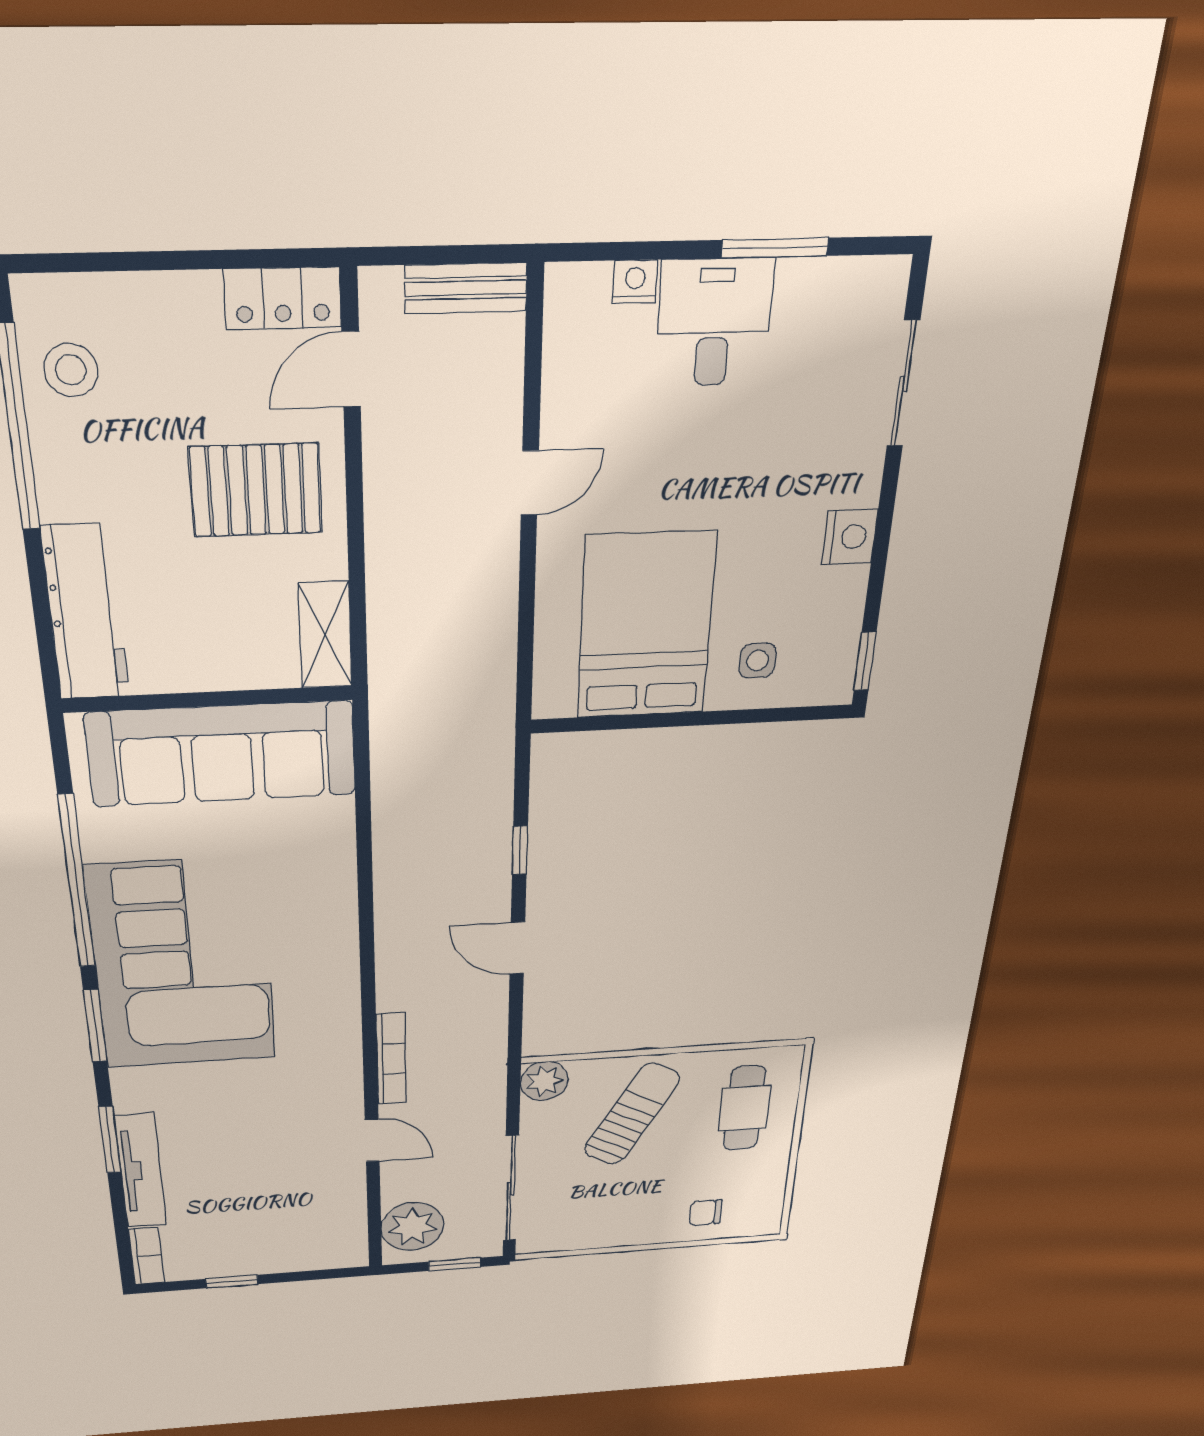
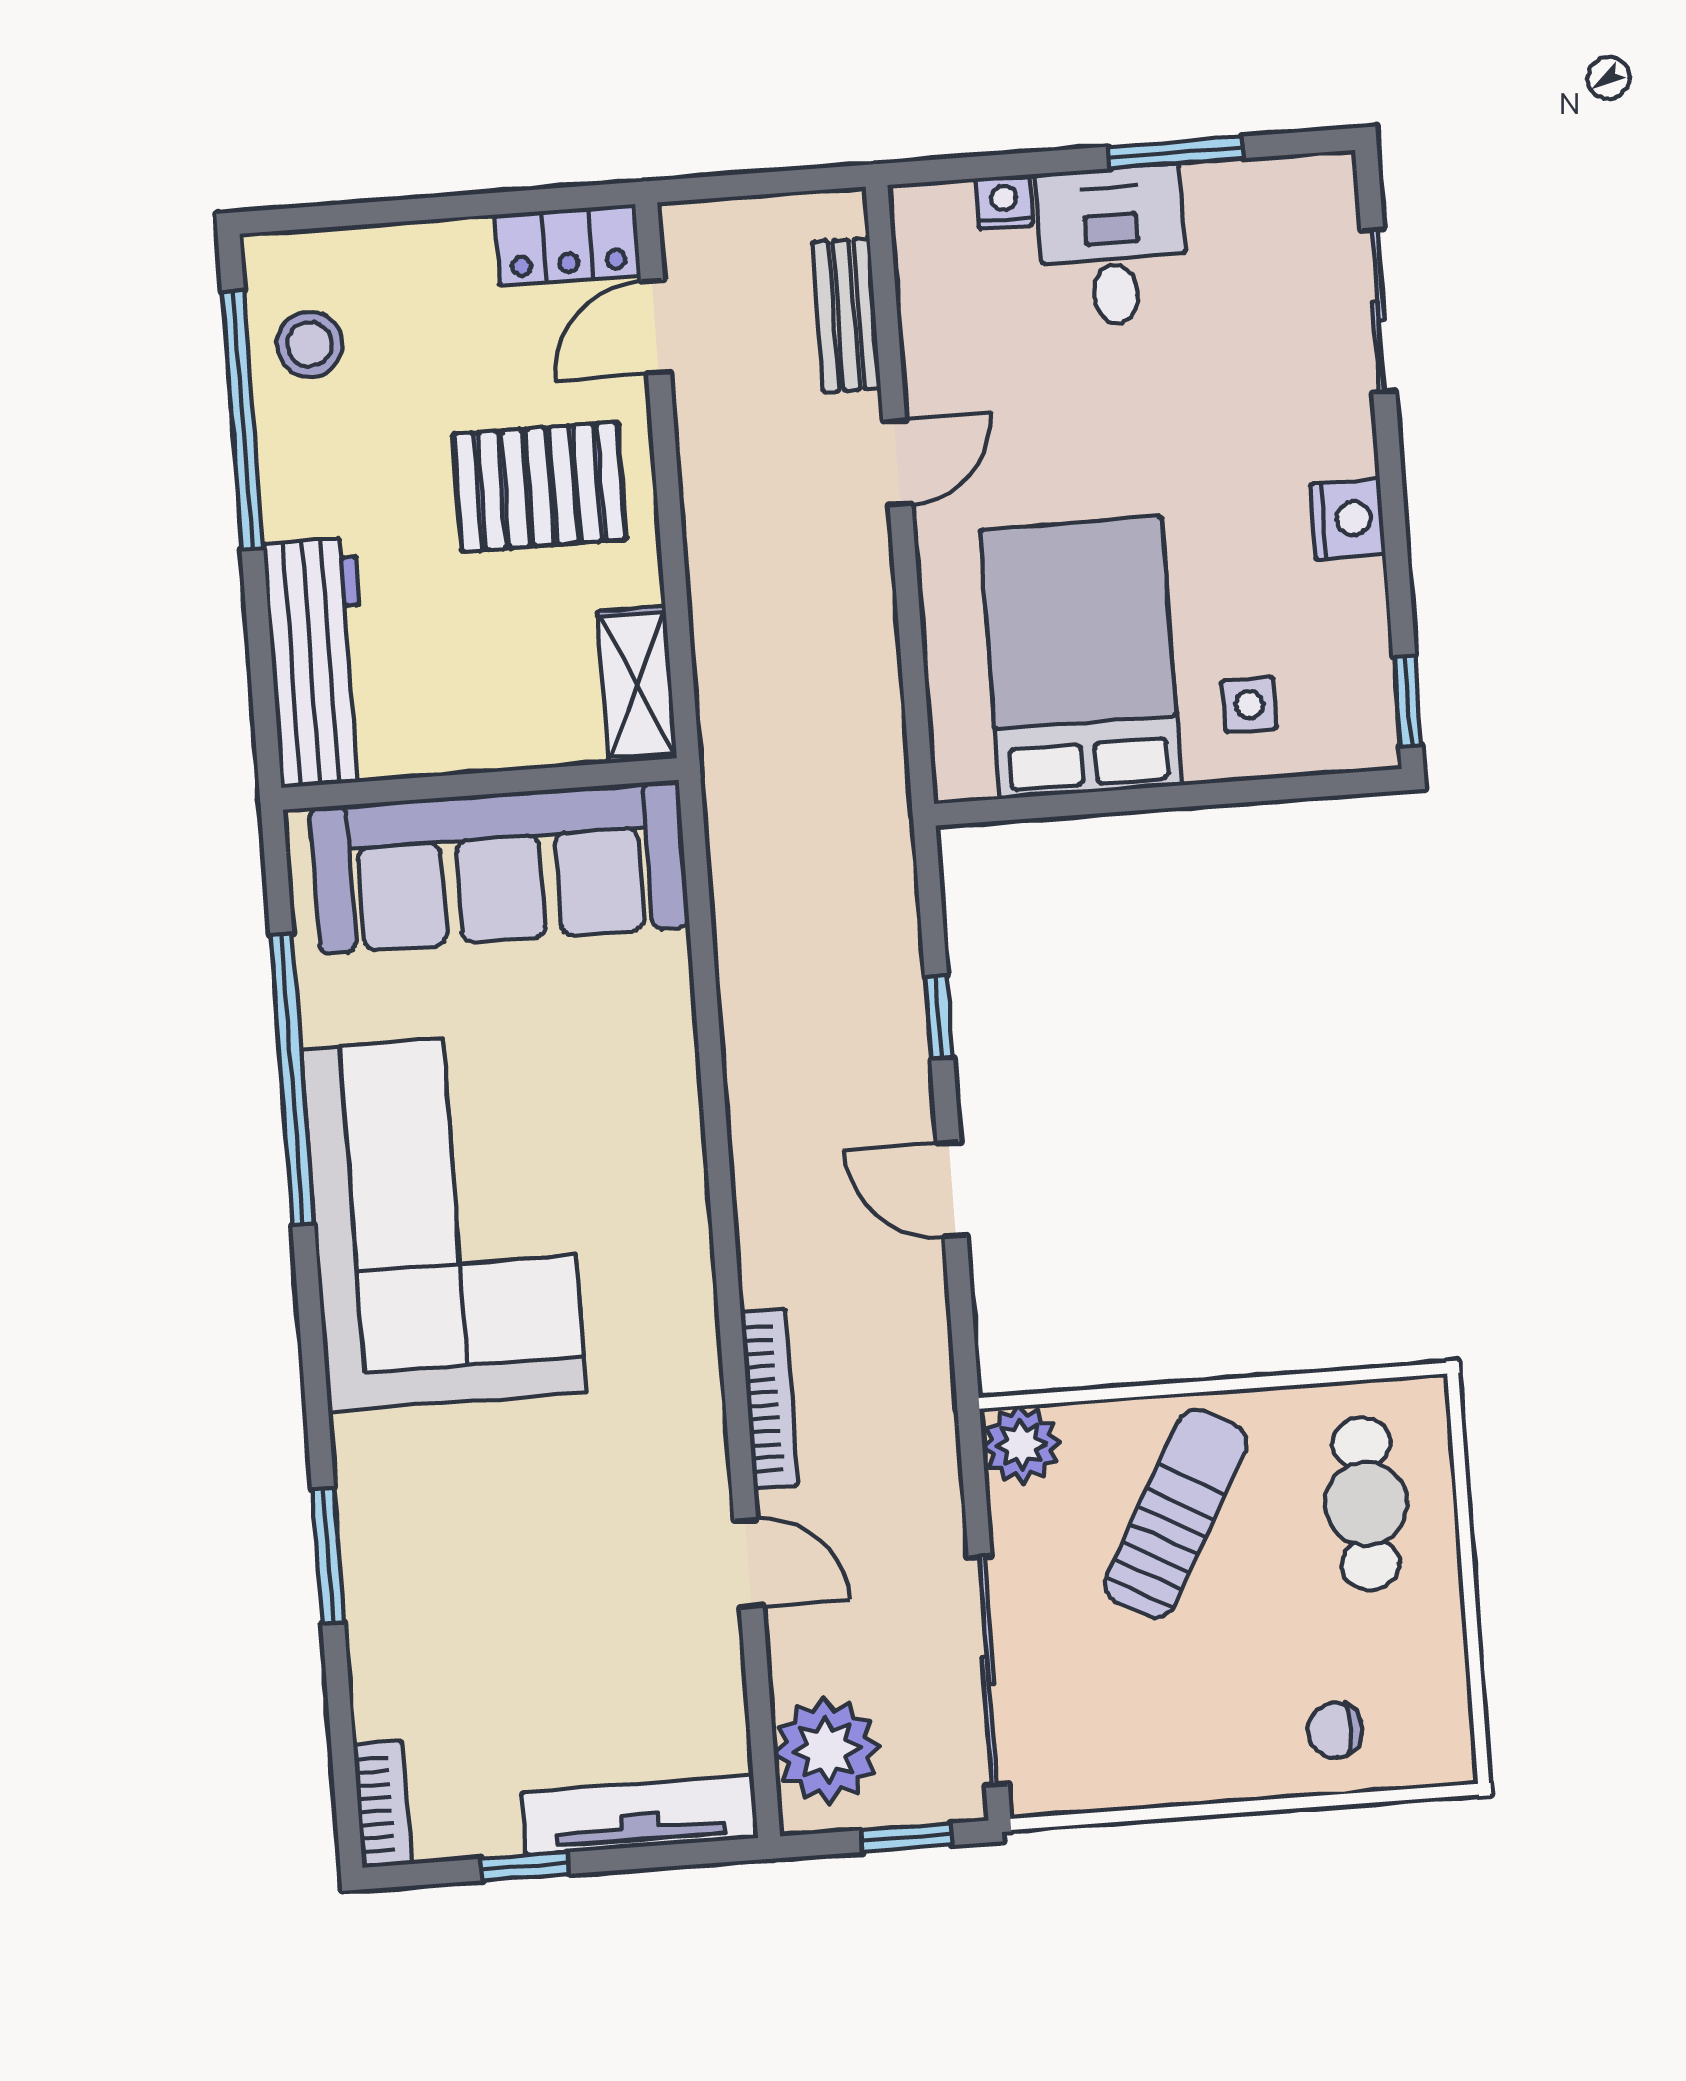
bench: (466, 288) -> (846, 315), moved, turned 90
window: (95, 1026) -> (311, 1334), removed
tv unit: (141, 1171) -> (640, 1815), moved, turned -90

